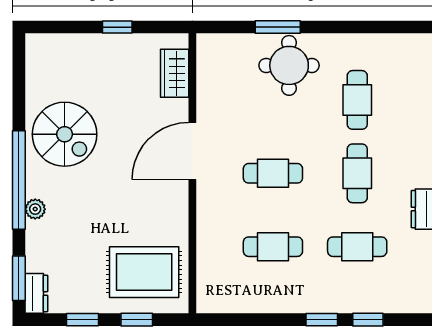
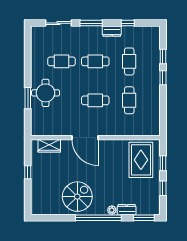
cafe table: (273, 173) -> (95, 100), turned 90
dresser: (36, 293) -> (127, 210), moved

